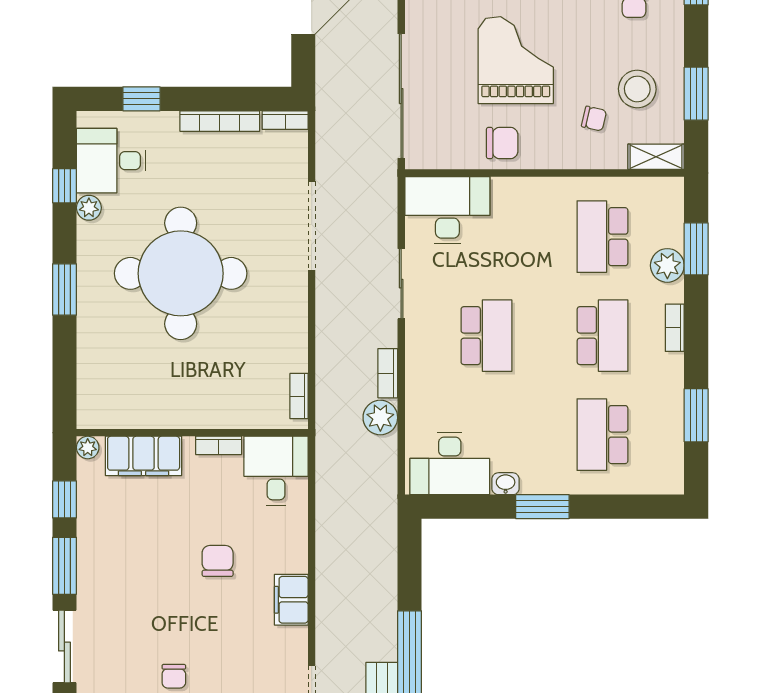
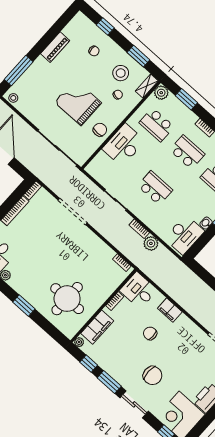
desk: (447, 210) -> (124, 145), moved
plant: (667, 265) -> (161, 93), moved
round table: (181, 273) -> (67, 299), moved, width x0.73, depth x0.73
filing cabinet: (291, 600) -> (170, 310), moved
chair: (174, 676) -> (153, 375), moved, width x1.87, depth x1.87

